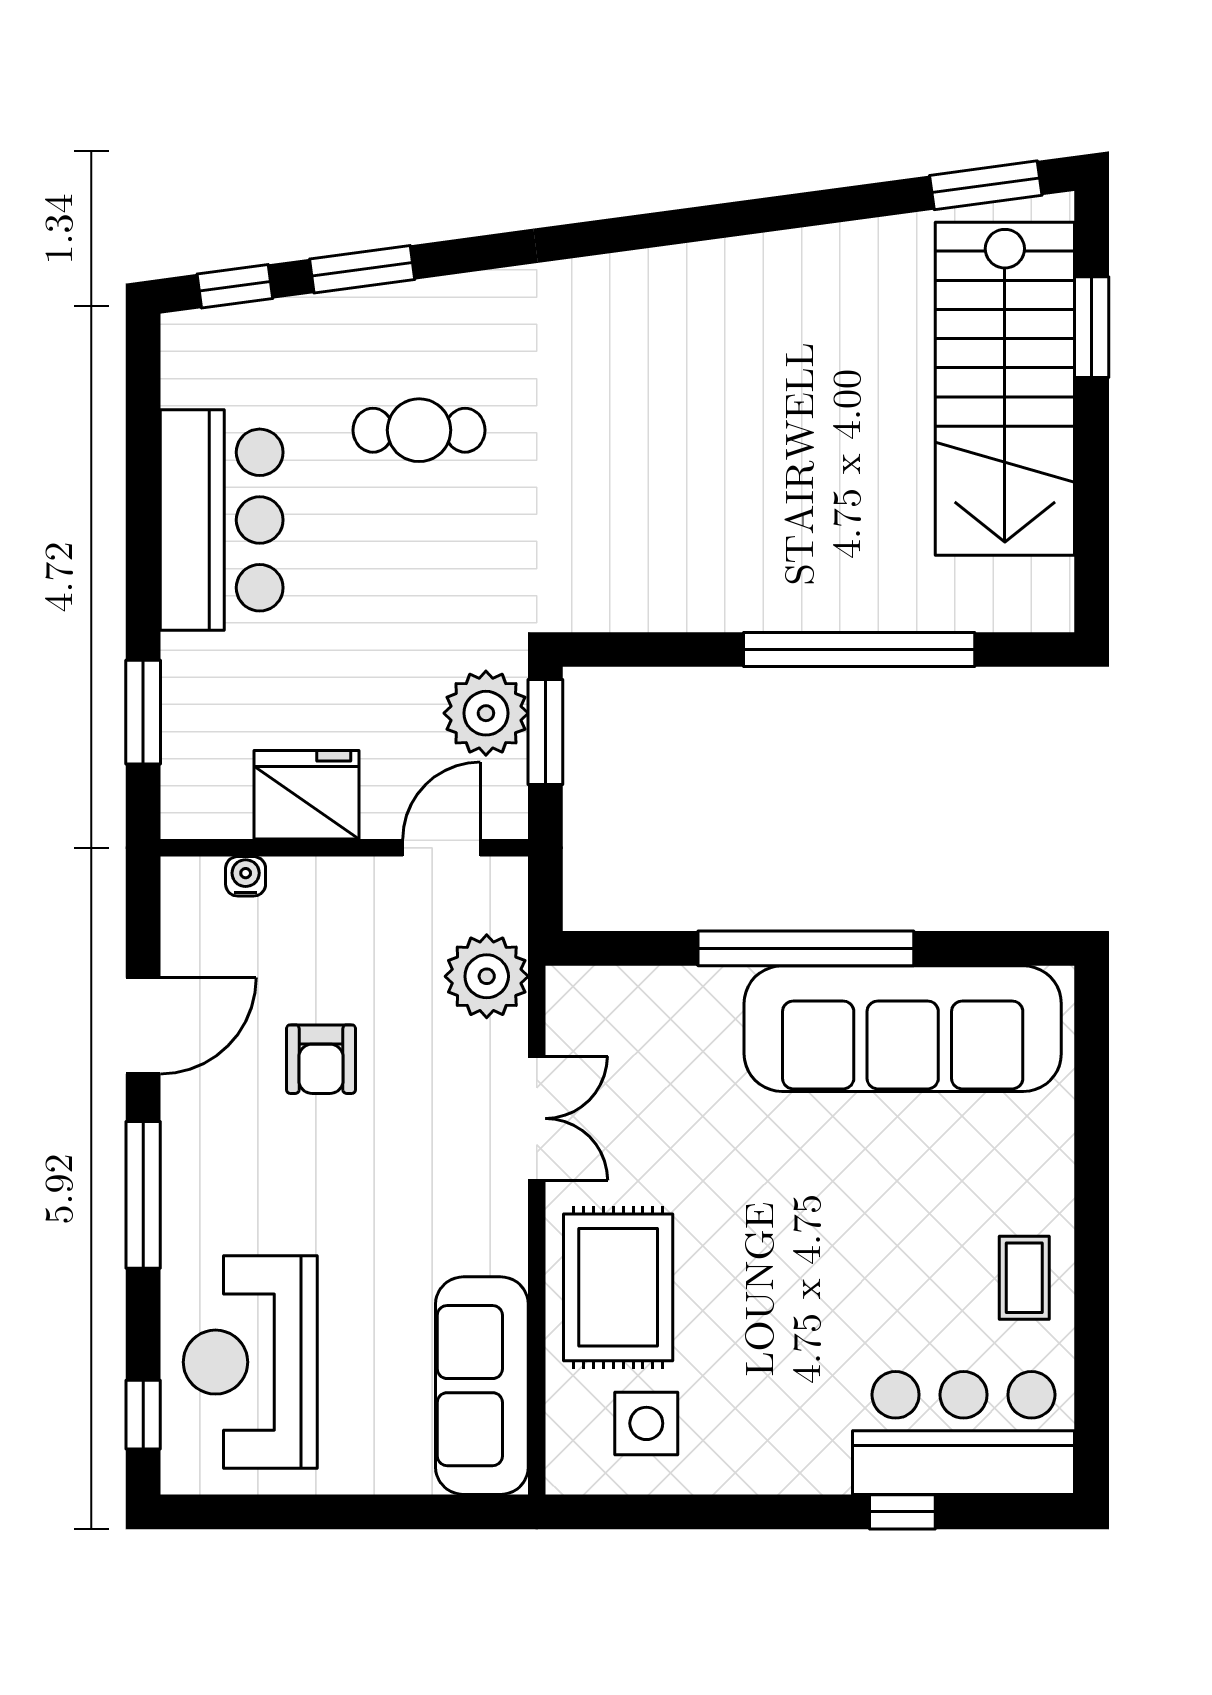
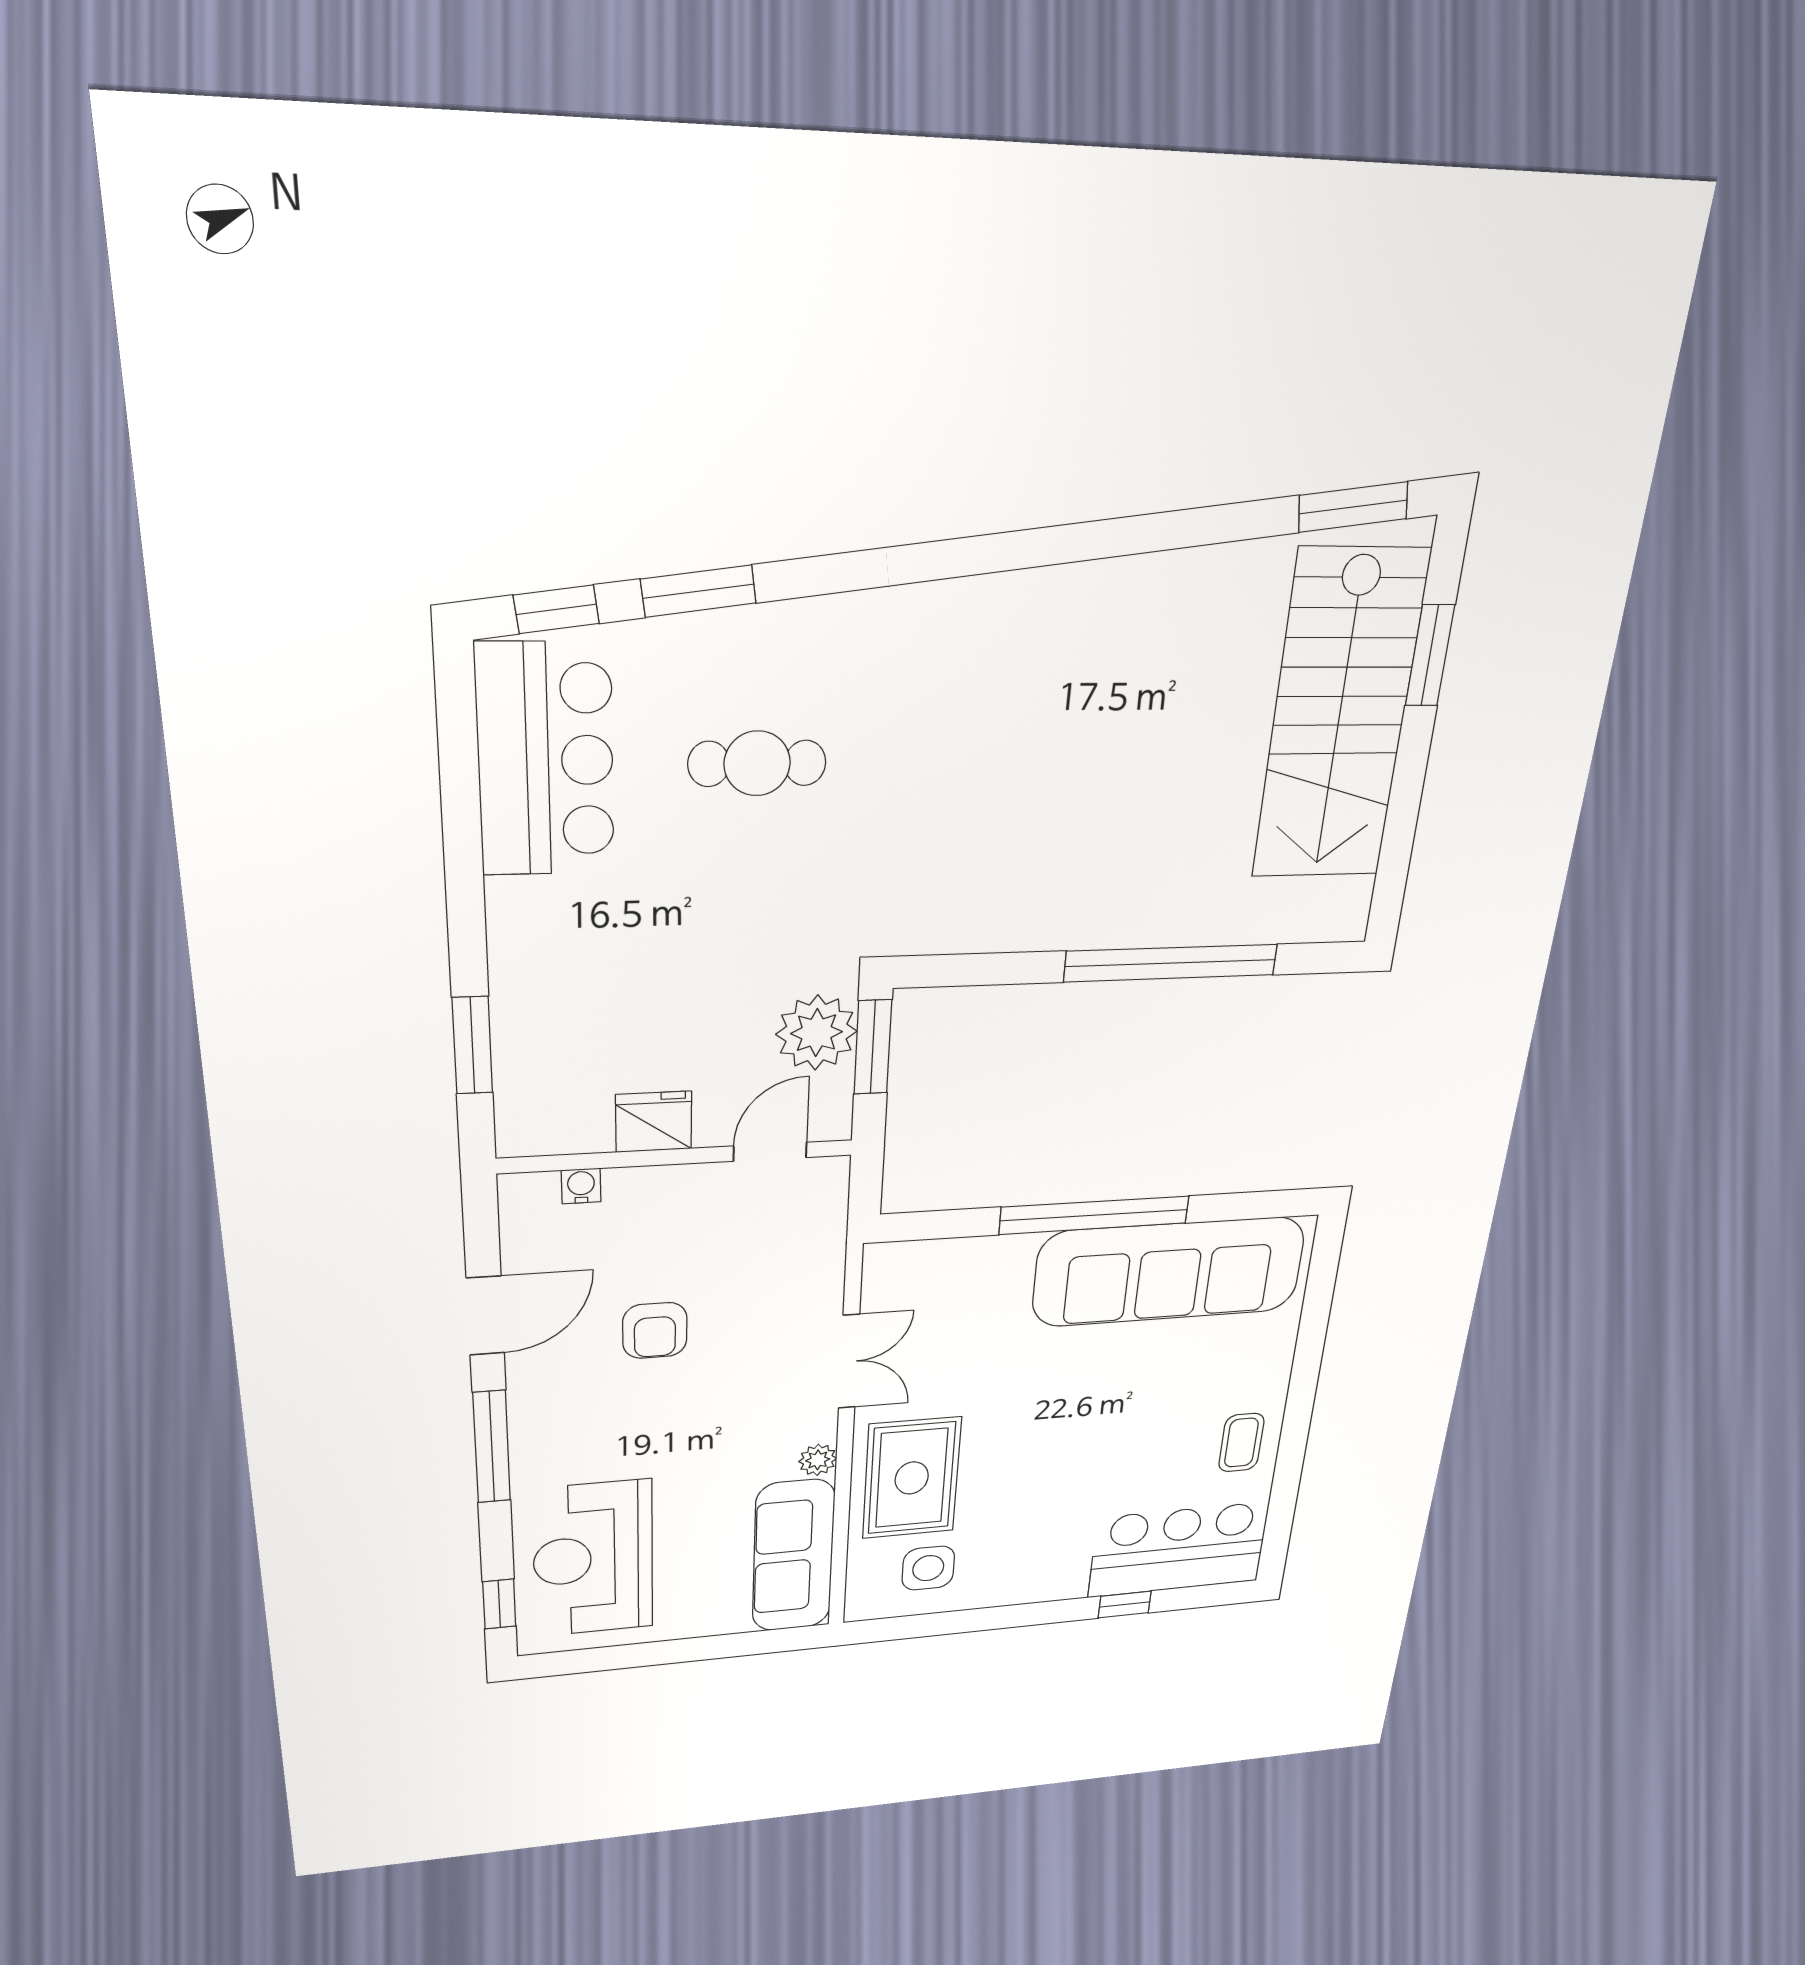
bar counter: (222, 520) -> (546, 760), moved
fridge: (306, 795) -> (654, 1122), width x0.73, depth x0.75
plant: (487, 976) -> (818, 1460), moved, width x0.53, depth x0.53

